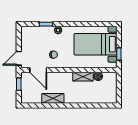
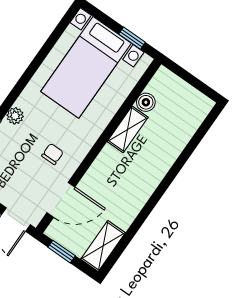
shelving: (53, 98) -> (103, 246), moved

